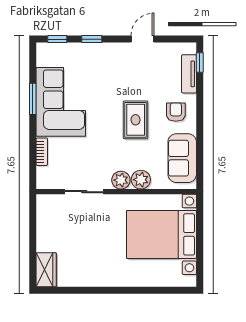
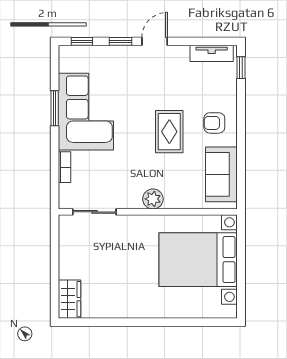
door: (142, 39) -> (155, 41), moved
tv unit: (189, 74) -> (212, 53), moved, turned -90
armchair: (176, 112) -> (214, 123), turned -90
plant: (141, 180) -> (175, 198), removed
sliding door: (84, 192) -> (94, 212), moved

